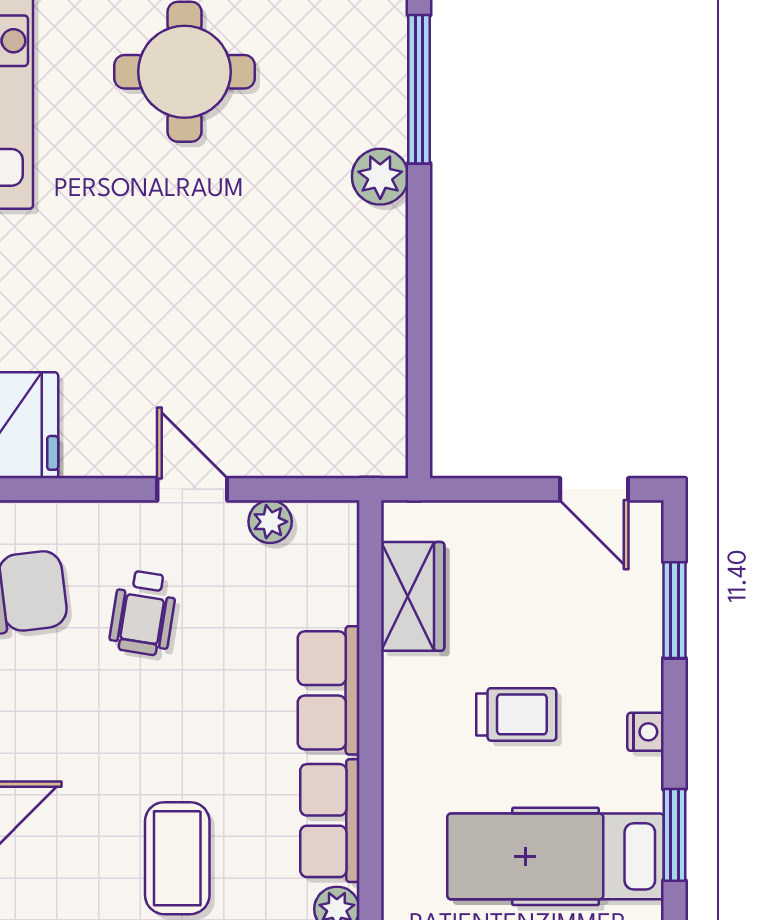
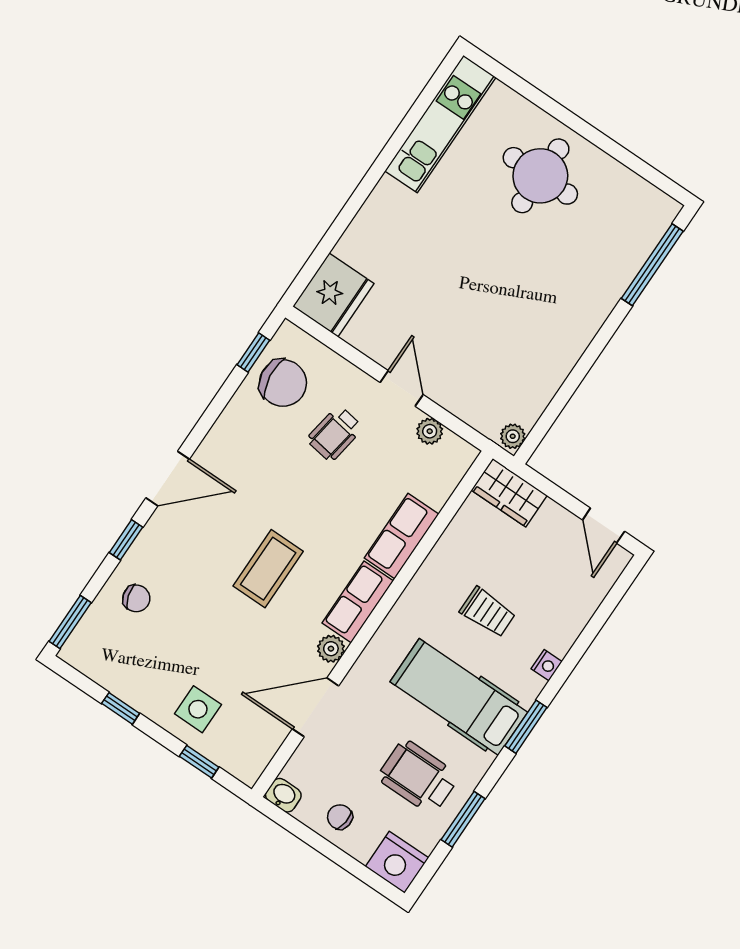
plant: (380, 177) -> (513, 436), moved, width x0.73, depth x0.73
wardrobe: (413, 596) -> (509, 493), moved, turned 90
window: (674, 610) -> (603, 614), removed

